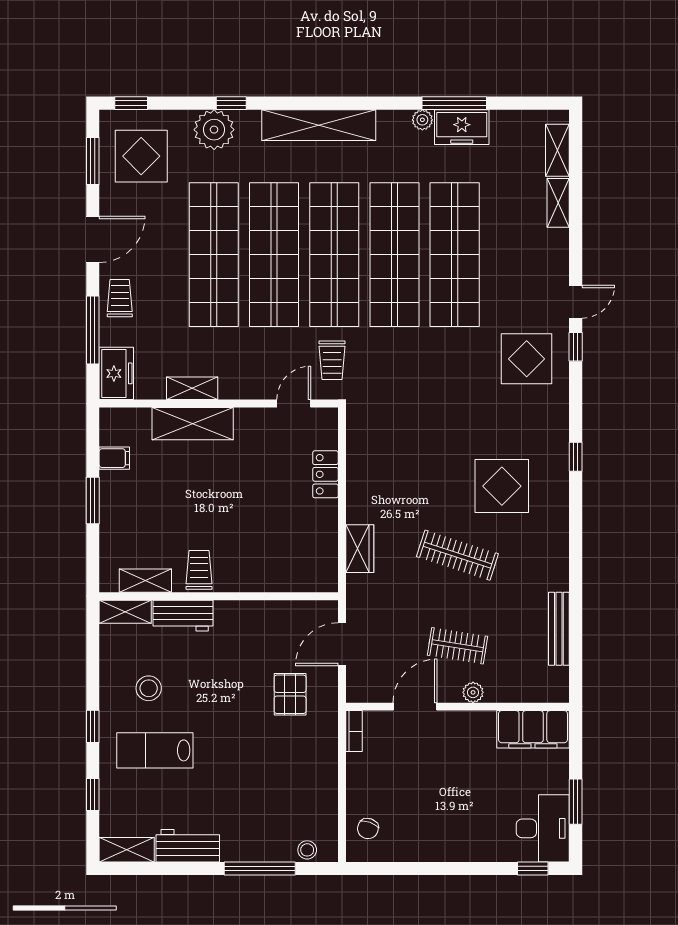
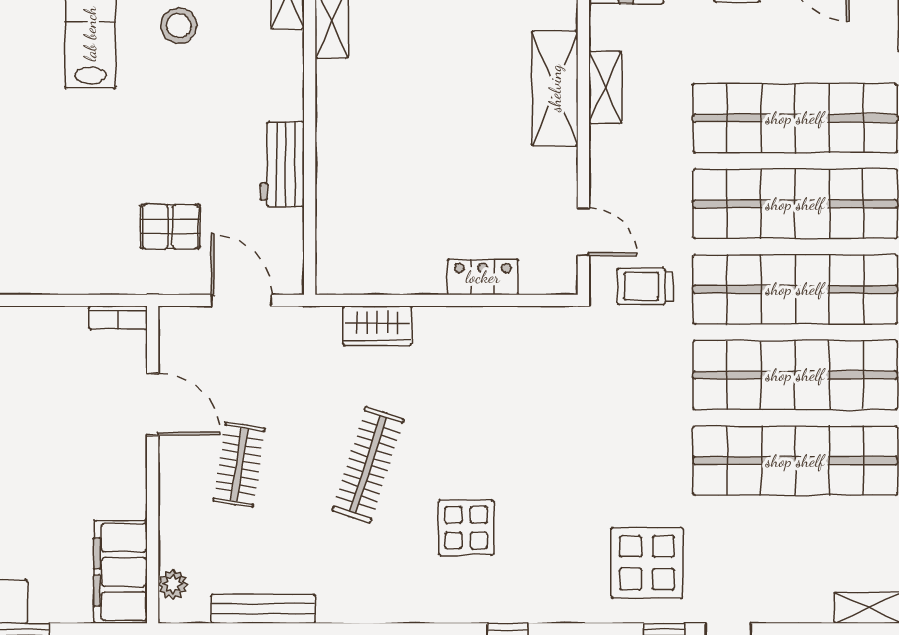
display table: (502, 486) -> (466, 528), width x0.73, depth x0.73
trolley: (199, 570) -> (347, 97), removed
workbench: (183, 616) -> (282, 164), moved
plant: (473, 692) -> (173, 584), moved

